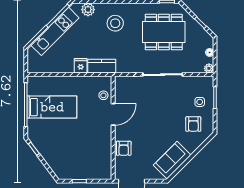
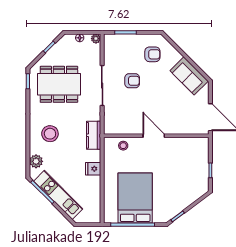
dining table: (164, 32) -> (59, 84), turned 90
kitchen counter: (102, 66) -> (94, 135), moved
side table: (200, 102) -> (130, 48), removed
bed: (52, 107) -> (135, 198), width x1.50
door: (113, 114) -> (154, 136), moved
armchair: (124, 148) -> (132, 81), moved

